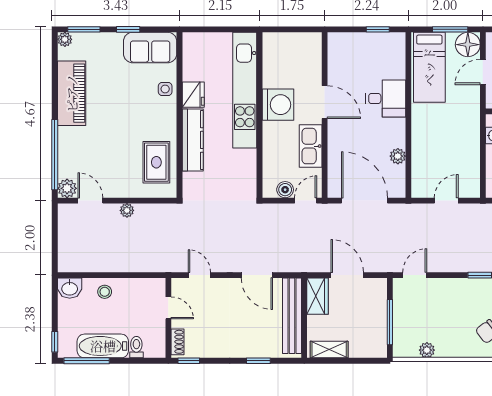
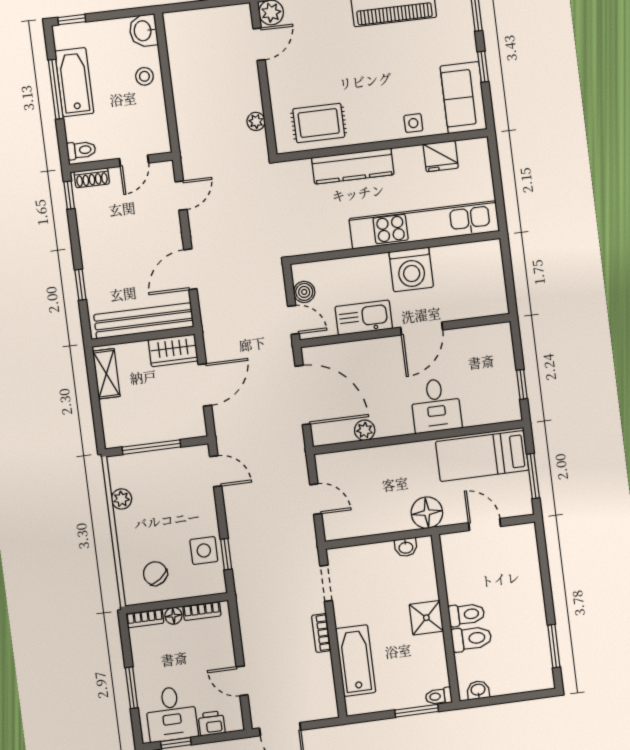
floor lamp: (468, 45) -> (427, 513), moved
fridge: (193, 95) -> (441, 156), moved
door: (365, 201) -> (303, 395), hinge flipped
plant: (127, 210) -> (256, 121), moved
side table: (475, 292) -> (204, 550), added
toilet: (136, 347) -> (81, 150), moved
window: (87, 361) -> (56, 89), moved

